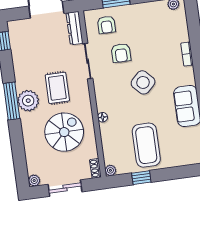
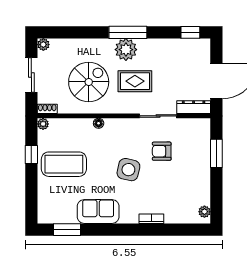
armchair: (106, 25) -> (193, 140), removed
side table: (143, 82) -> (128, 170), turned -33
spiral stairs: (64, 132) -> (89, 82), turned -90

